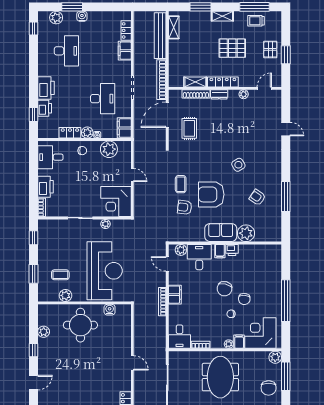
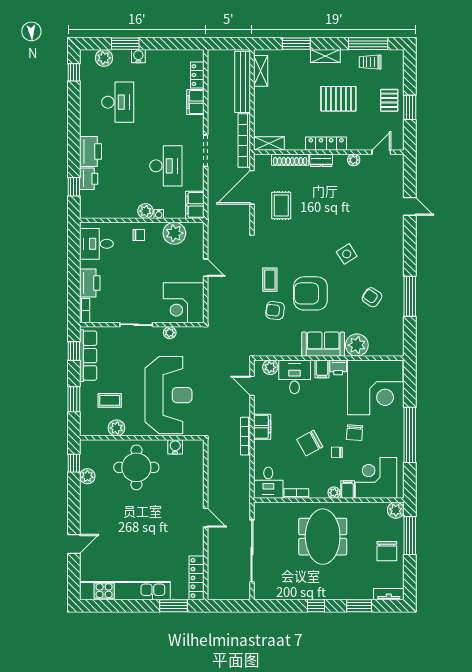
shelving: (195, 82) -> (269, 144), moved
locker: (70, 133) -> (122, 211), removed
row of seats: (44, 241) -> (88, 356), added
corner desk: (260, 265) -> (375, 387), added
chair: (225, 289) -> (310, 443), moved, turned 47
window: (34, 350) -> (74, 463), moved

